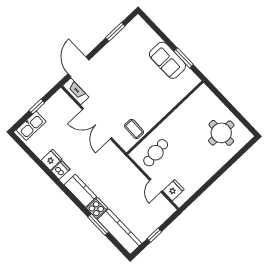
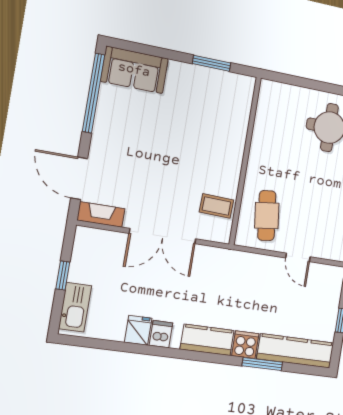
window: (115, 32) -> (93, 93), width x2.11
sofa: (167, 60) -> (134, 70), moved
fridge: (173, 190) -> (323, 246), removed

